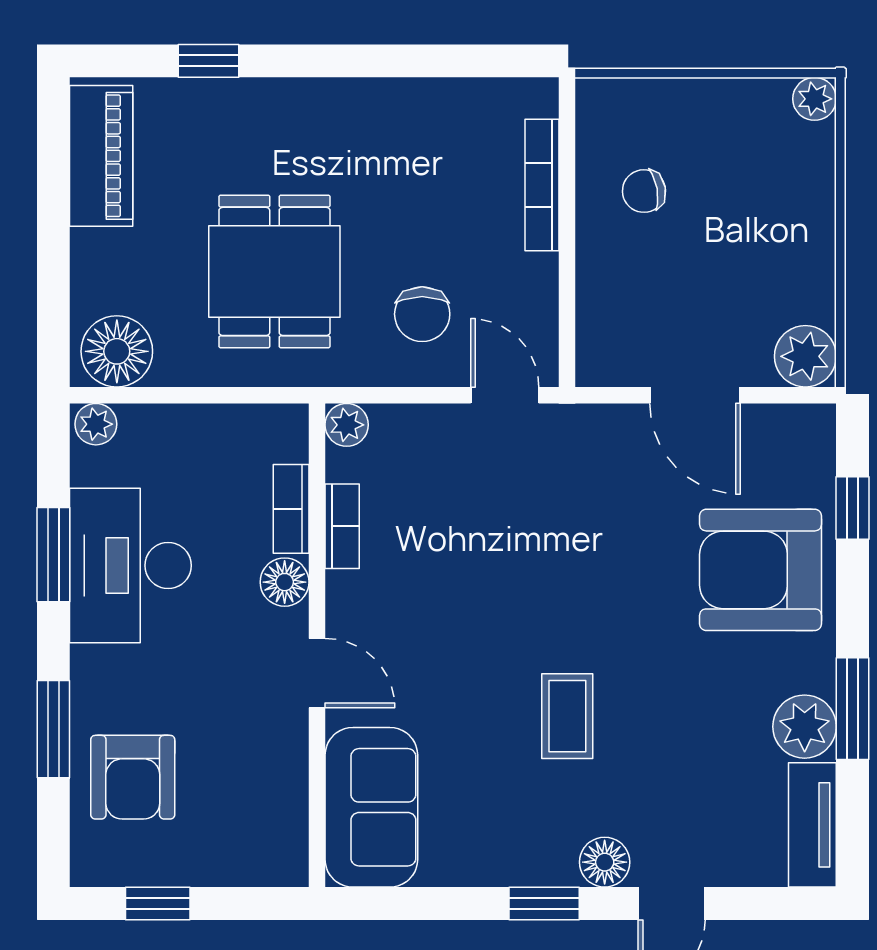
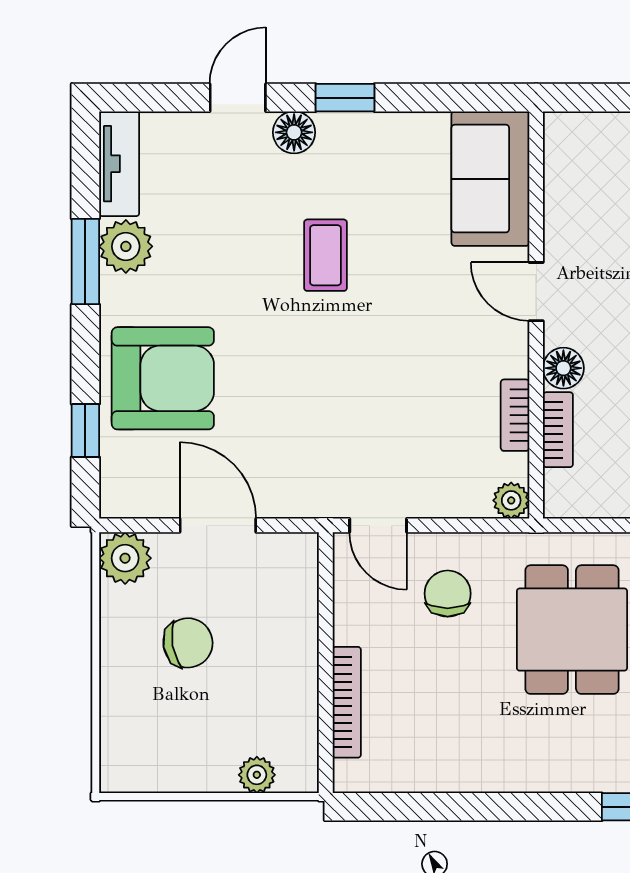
plant: (815, 99) -> (257, 775), moved
chair: (644, 191) -> (188, 643), moved, width x1.37, depth x1.37

